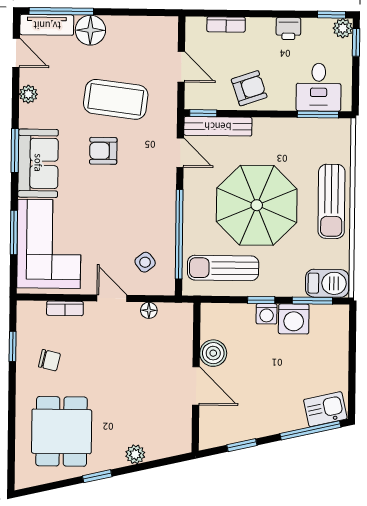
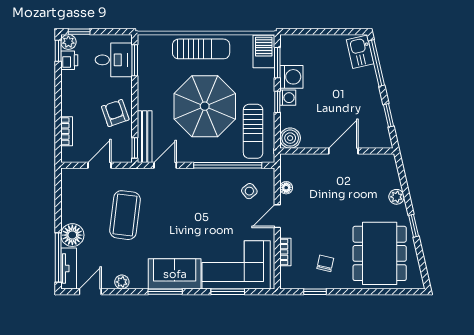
printer: (288, 29) -> (69, 60), moved
armchair: (103, 151) -> (165, 224), removed
boiler: (213, 353) -> (290, 138), moved
dining table: (62, 431) -> (380, 253), width x1.38

